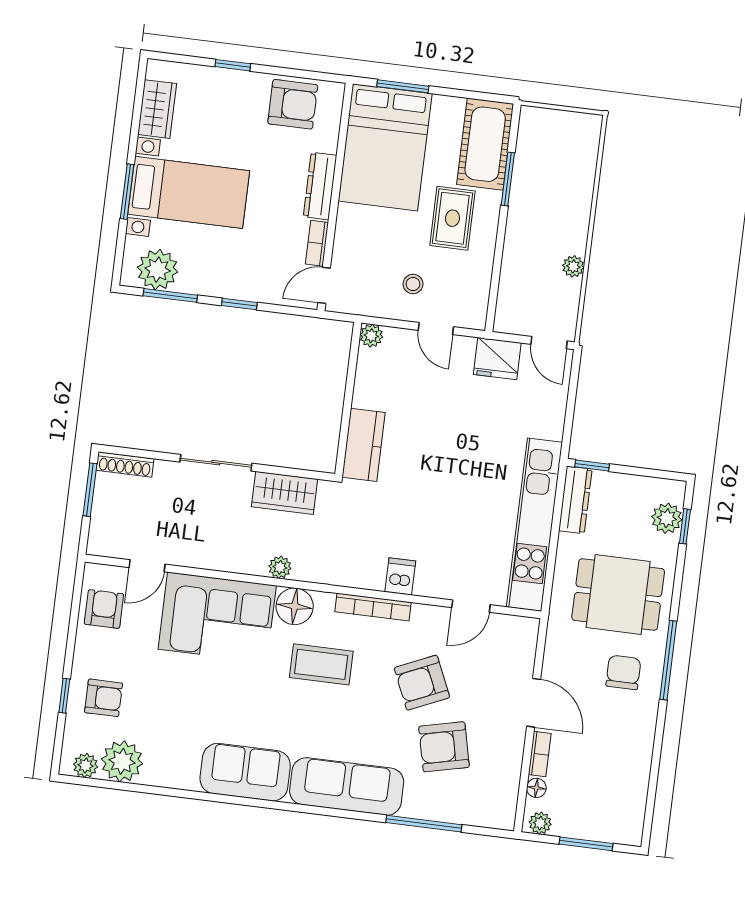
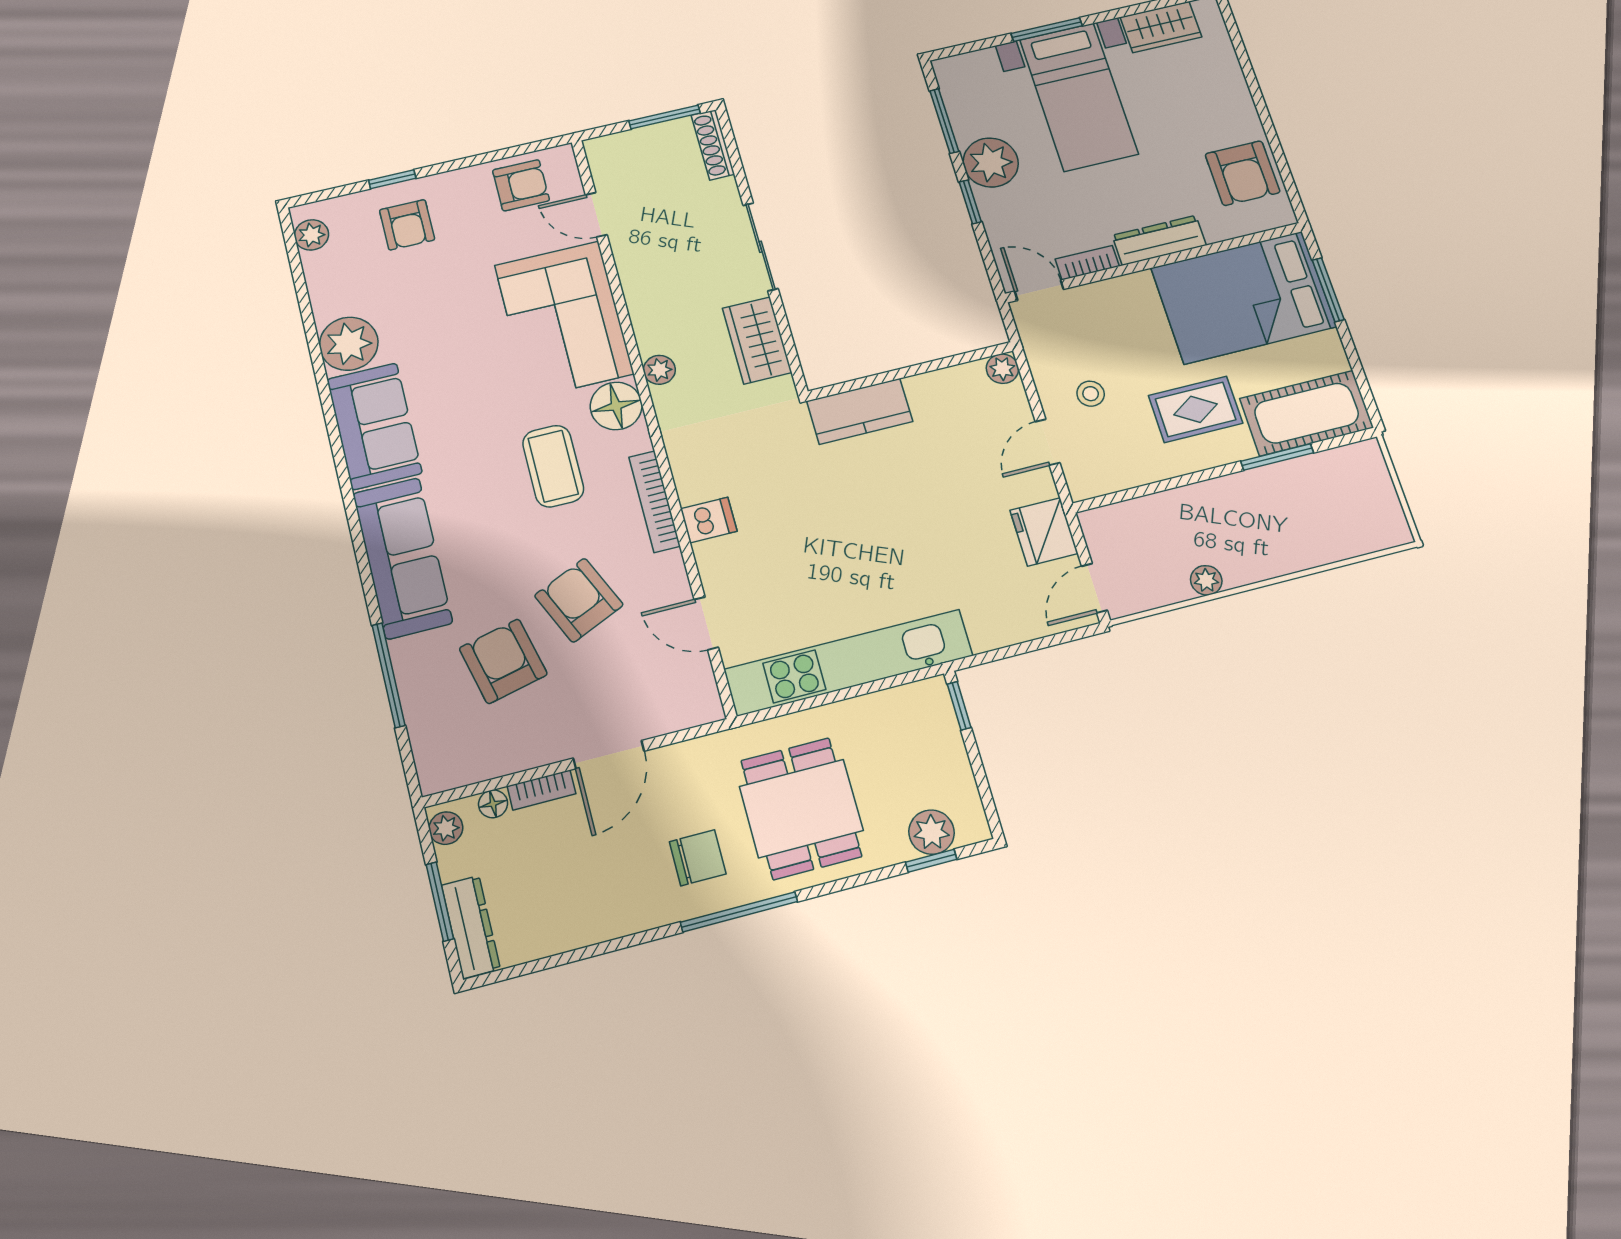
window: (233, 65) -> (1255, 90), removed
plant: (158, 270) -> (991, 163), moved
dresser: (575, 500) -> (471, 927), moved, turned -90
plant: (122, 761) -> (349, 344), moved

